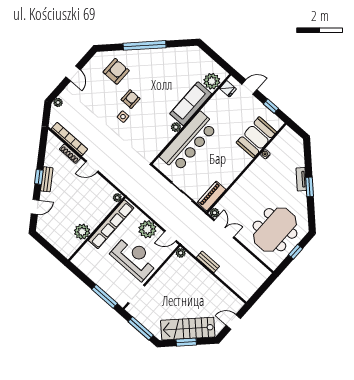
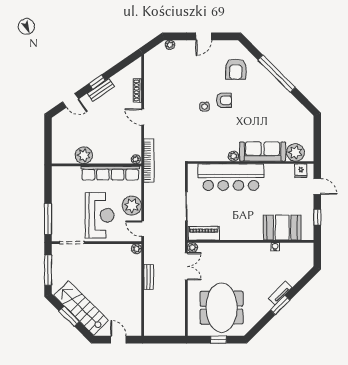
armchair: (116, 71) -> (236, 69), turned 90
bookcase: (69, 139) -> (149, 161), moved
meeting table: (275, 230) -> (222, 308), turned 90

